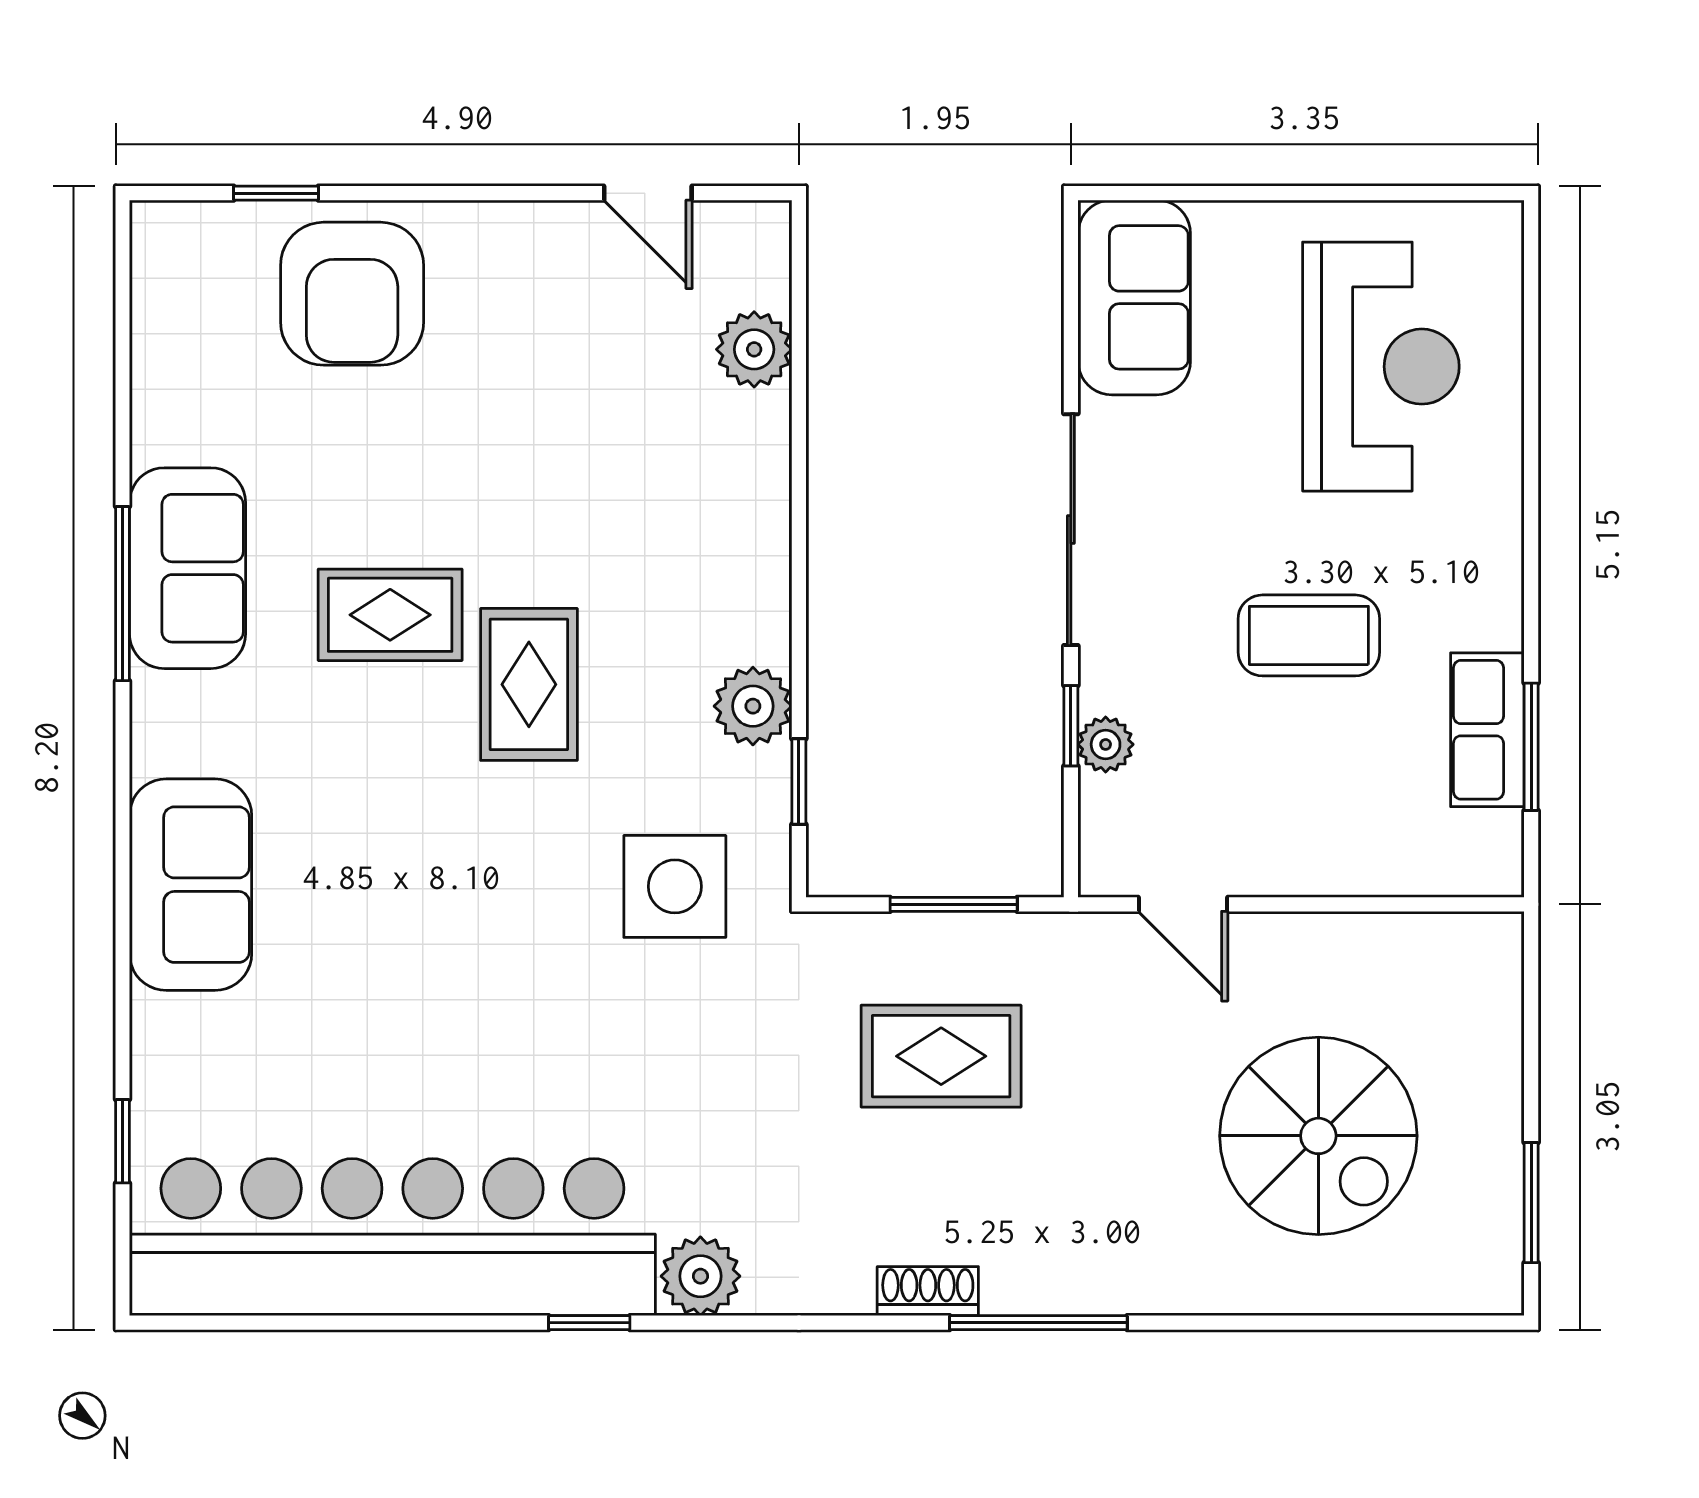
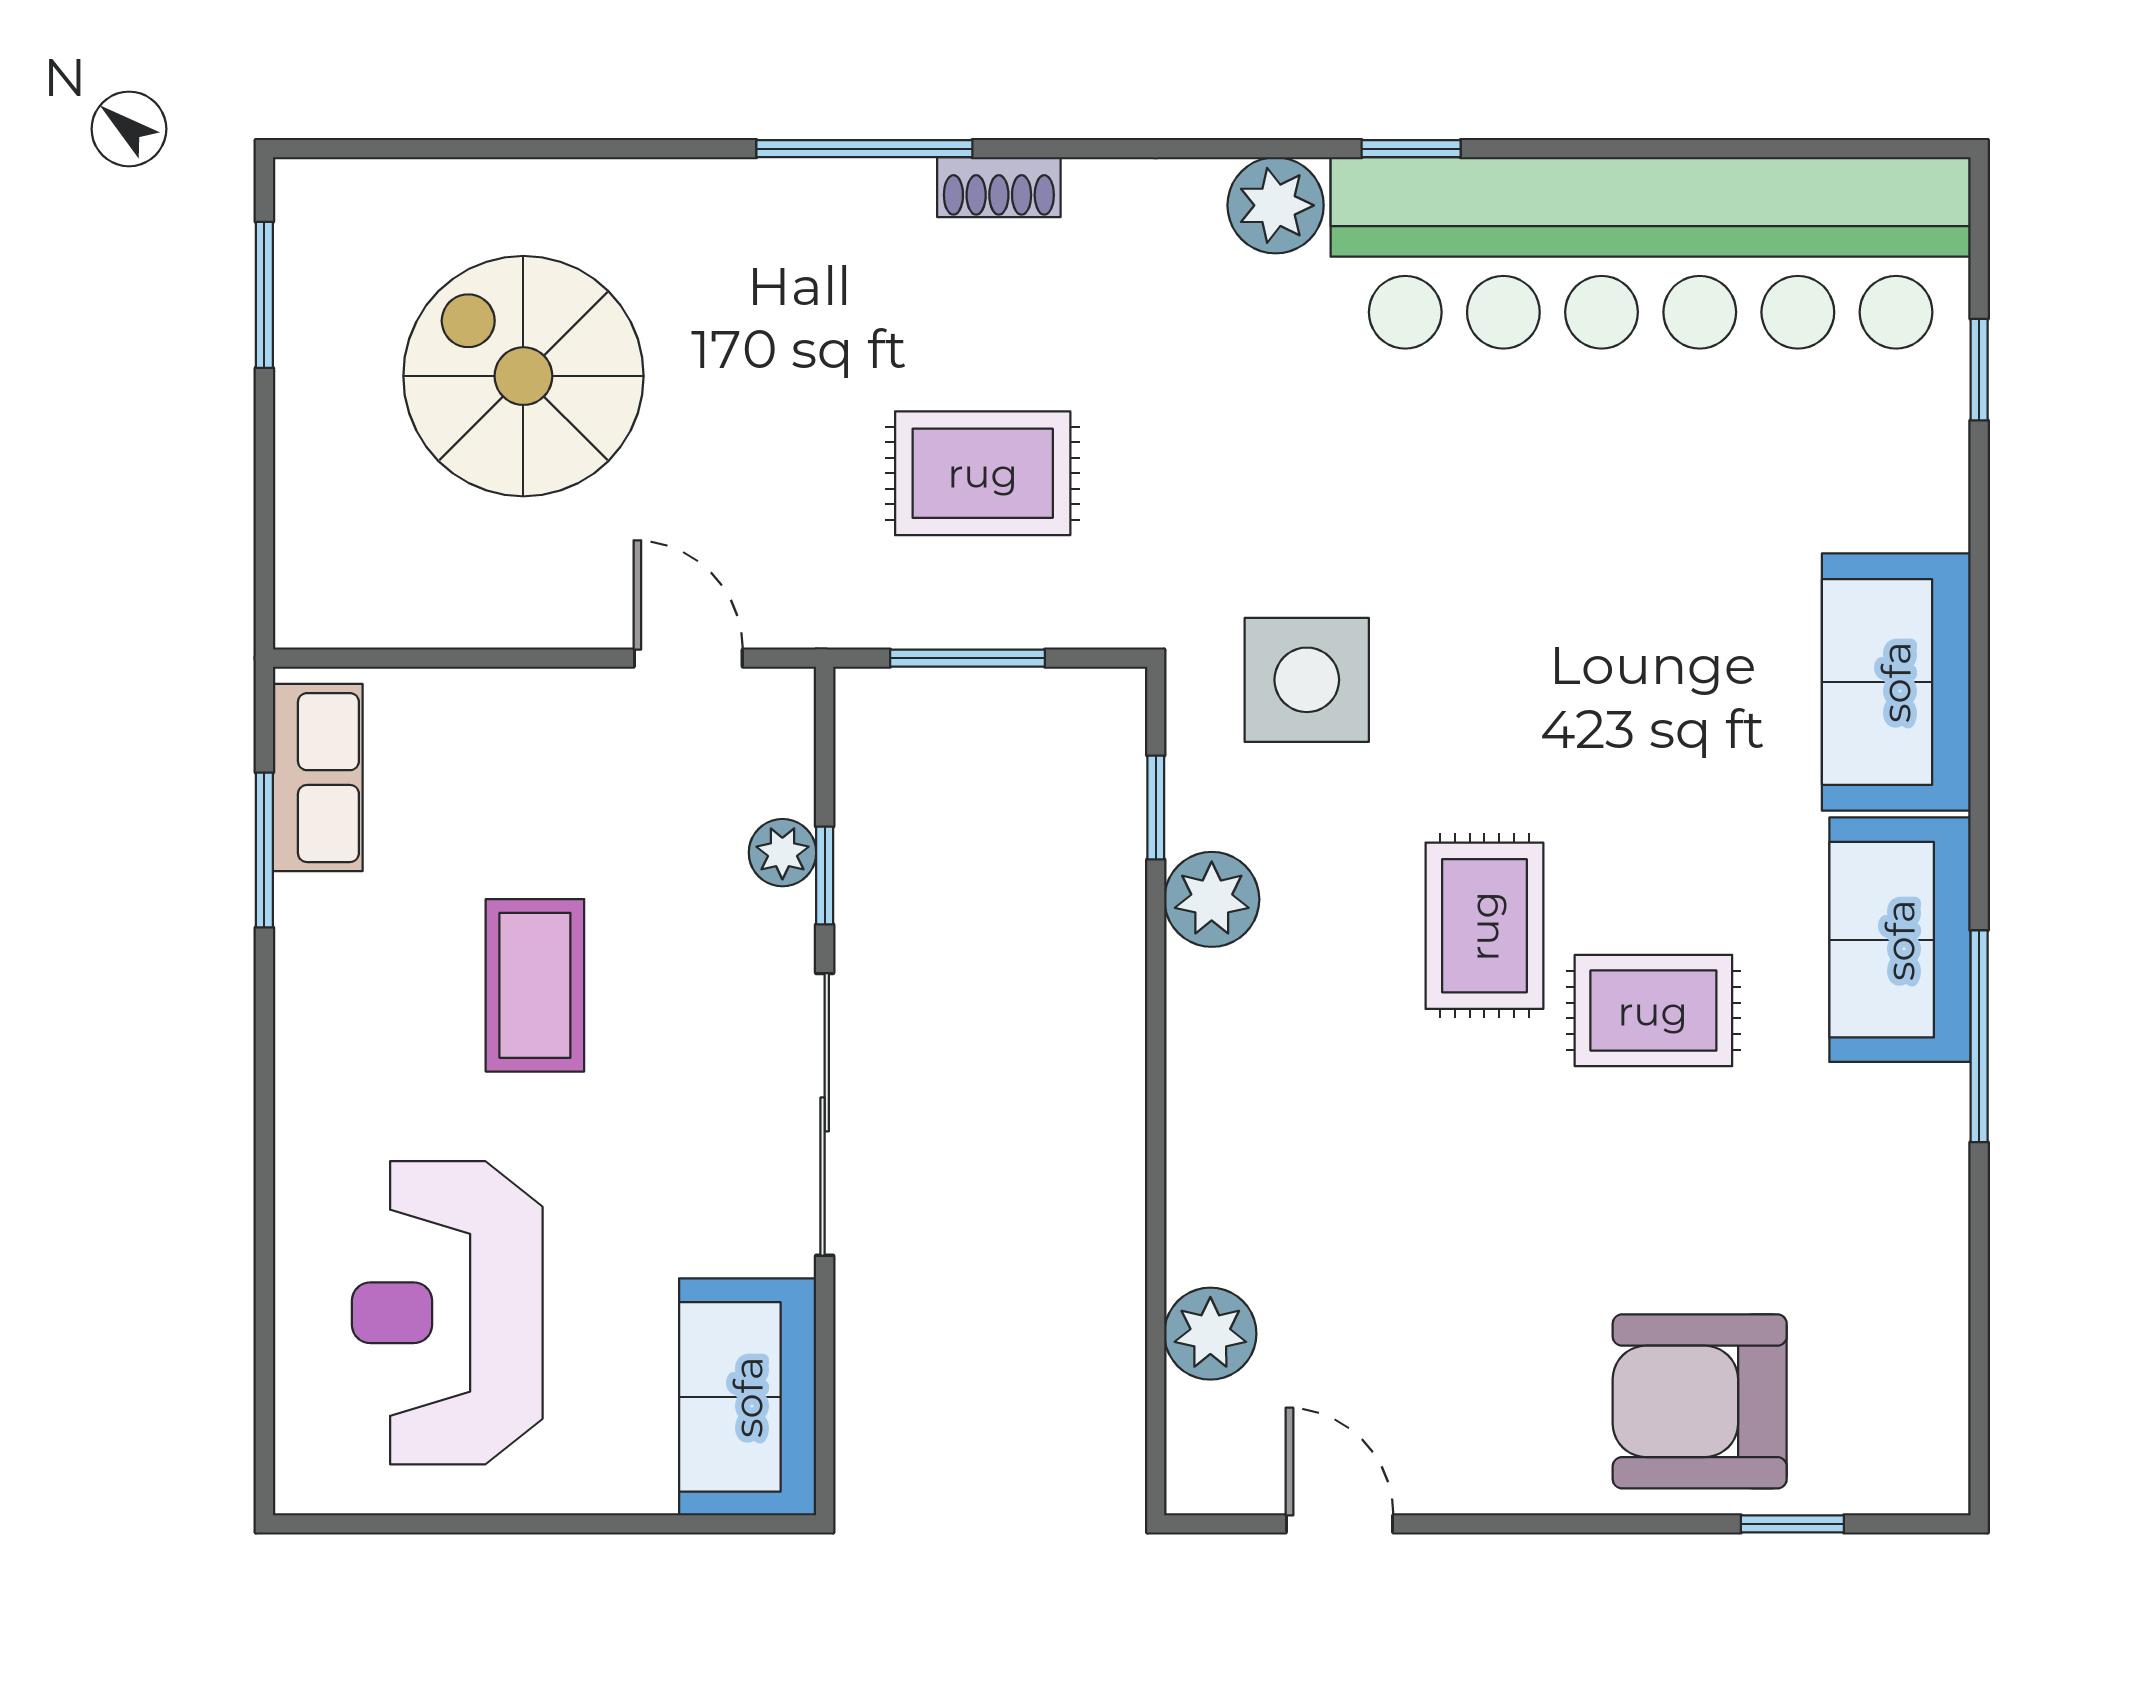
armchair: (352, 294) -> (1700, 1401), turned -90
sofa: (188, 568) -> (1900, 940), moved
coffee table: (1309, 635) -> (535, 985), turned 90
row of seats: (1487, 730) -> (318, 778), moved

